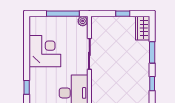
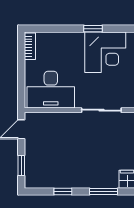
window: (27, 87) -> (93, 29), moved

